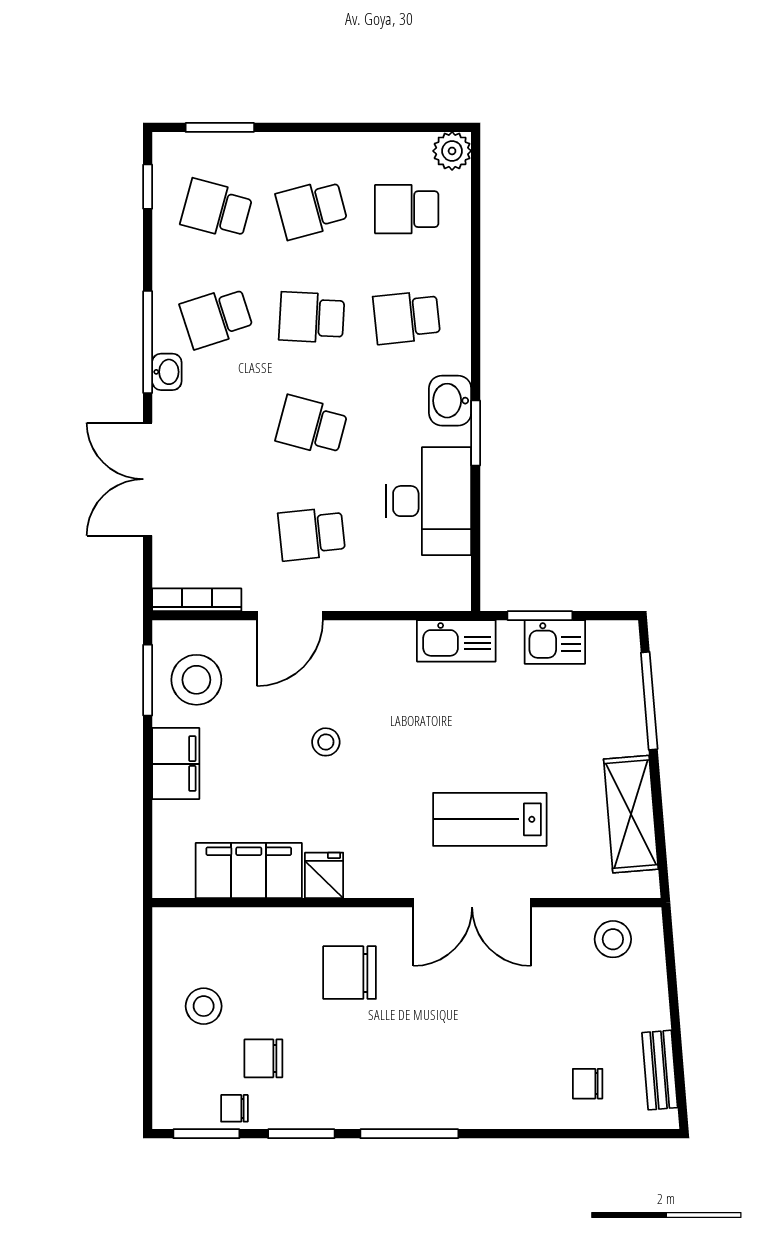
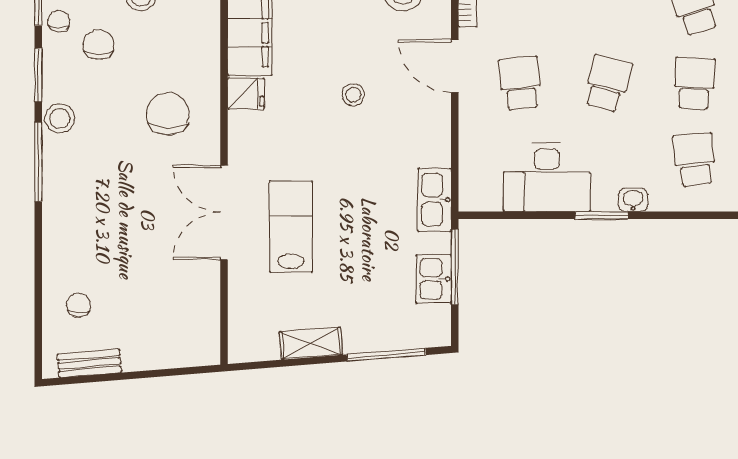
washbasin: (450, 401) -> (633, 200), width x0.72, depth x0.69
window: (540, 616) -> (455, 267), width x1.44
shelving: (631, 814) -> (311, 343), width x0.67, depth x0.75
stool: (613, 939) -> (60, 118), moved

